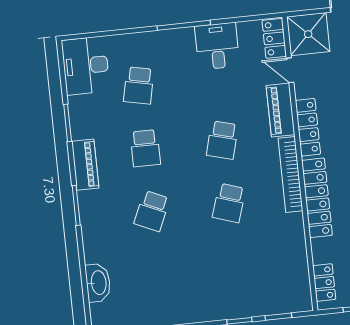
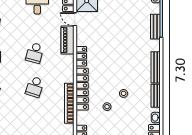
locker: (308, 127) -> (81, 56), width x0.66
bookcase: (290, 175) -> (69, 103), moved

